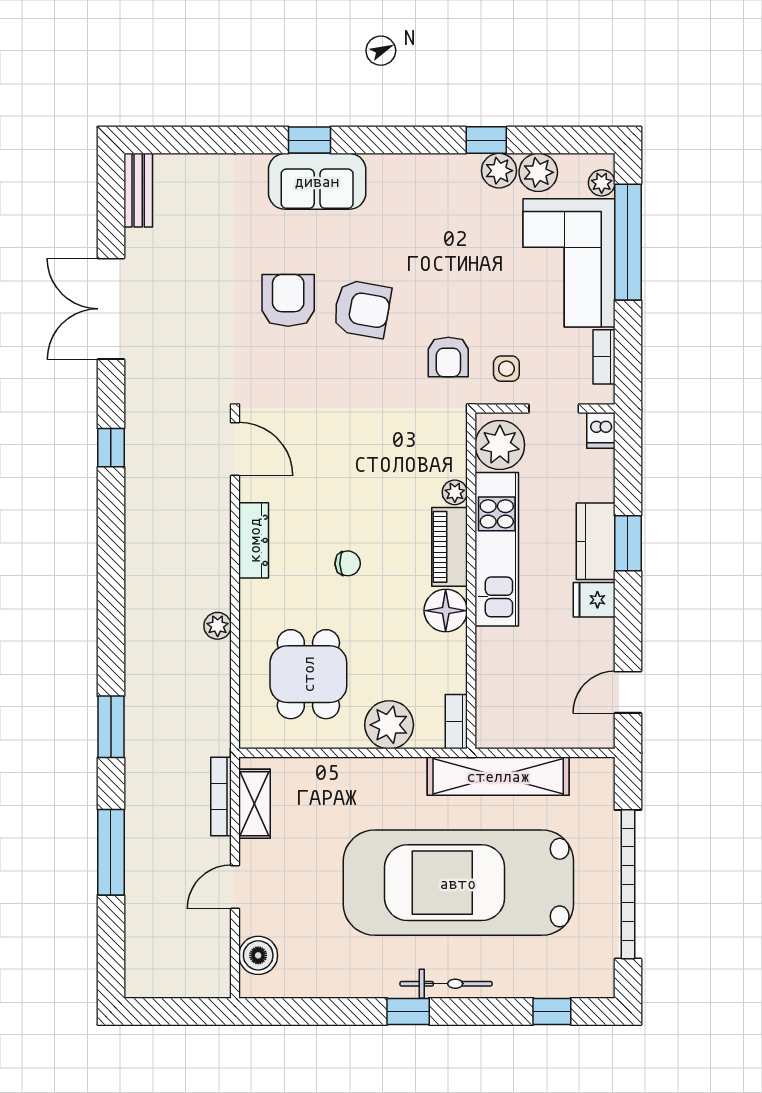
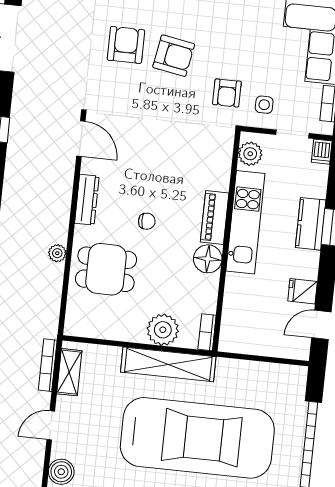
plant: (500, 445) -> (250, 154), width x0.73, depth x0.73
plant: (455, 492) -> (222, 182), removed
fridge: (594, 600) -> (303, 291), moved
dining table: (308, 674) -> (106, 269), moved, turned 90
shelving: (498, 776) -> (168, 364), moved
car: (458, 883) -> (197, 438), turned 180

